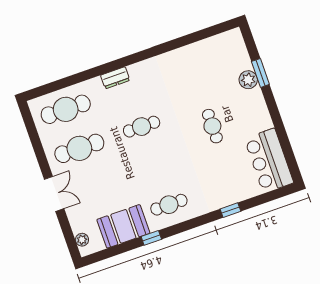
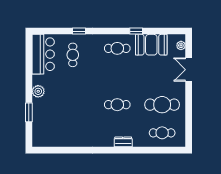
plant: (248, 80) -> (38, 91), moved
cafe table: (66, 109) -> (162, 133), width x0.73, depth x0.74
cafe table: (212, 126) -> (73, 55), moved
double door: (54, 194) -> (189, 70), moved

